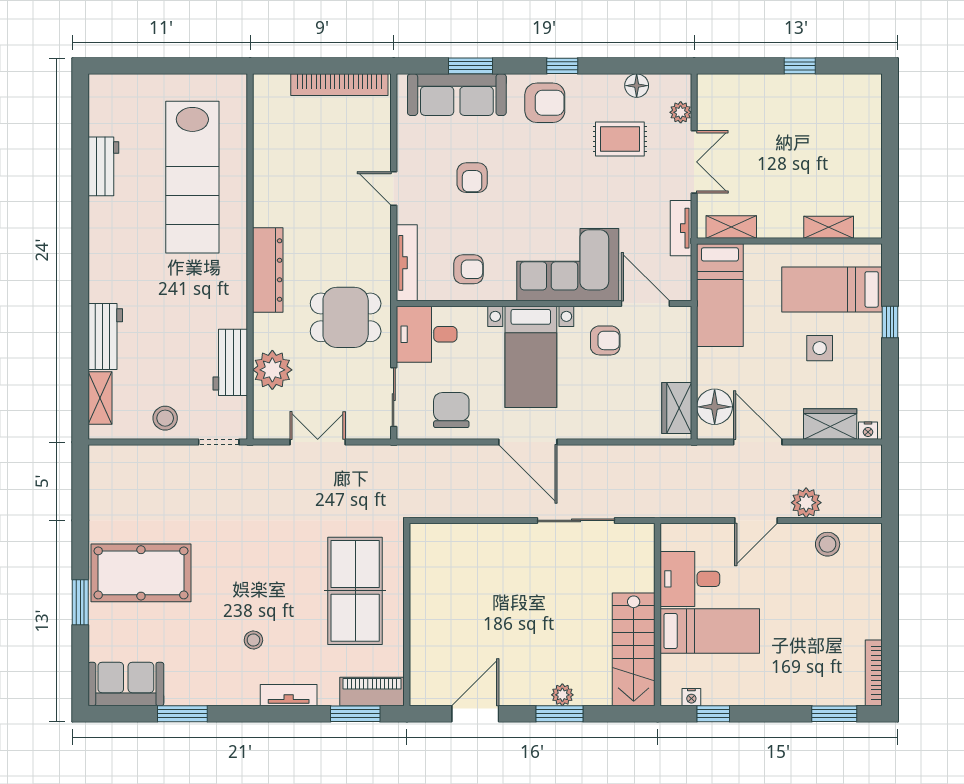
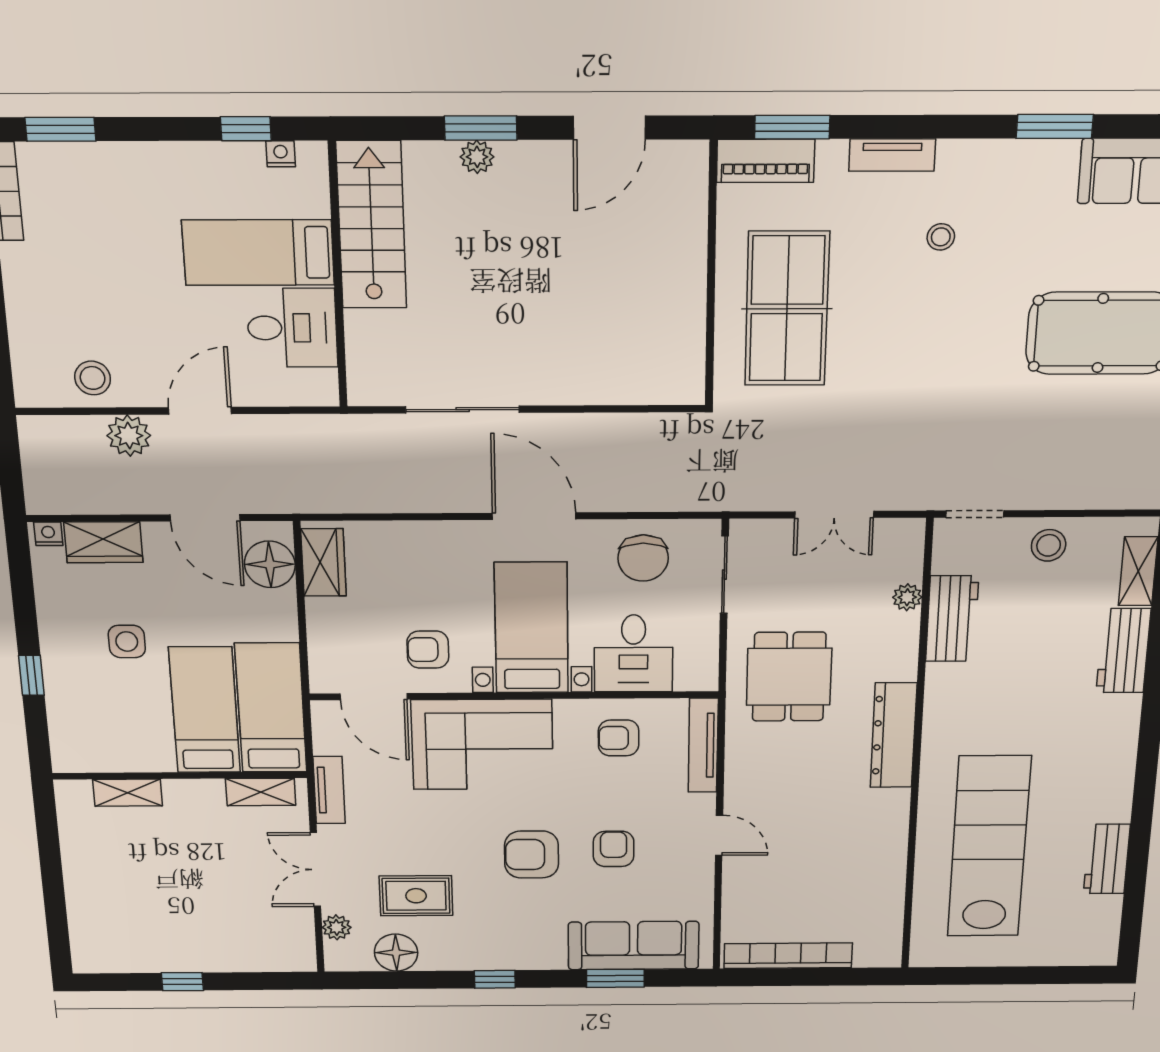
floor lamp: (637, 86) -> (396, 953), width x1.38, depth x1.38
armchair: (545, 103) -> (532, 855), moved
bed: (832, 289) -> (205, 710), moved, turned -90
dining table: (346, 317) -> (789, 677), turned 90
desk: (427, 334) -> (634, 653), moved, turned 90
plant: (272, 370) -> (907, 597), width x0.53, depth x0.53

